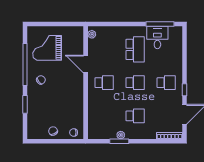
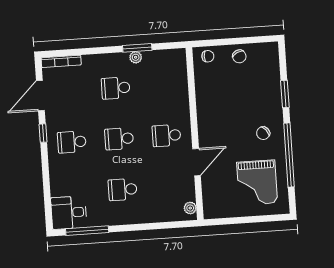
desk: (157, 38) -> (69, 213), moved, turned 90
grand piano: (47, 48) -> (257, 183), turned 90
school desk: (135, 49) -> (123, 189), width x0.54
door: (86, 64) -> (197, 162), hinge flipped

